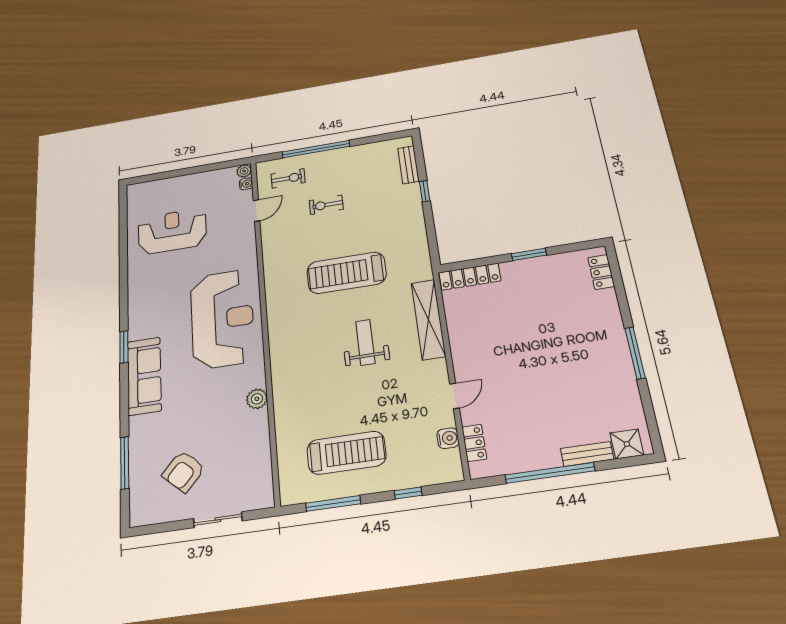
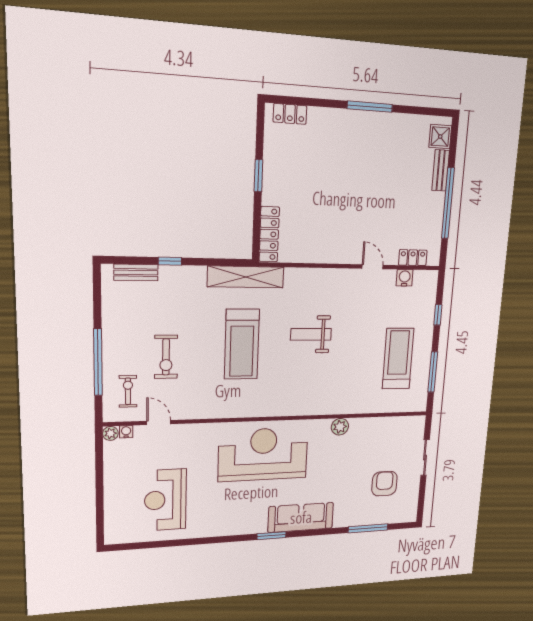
exercise bike: (326, 205) -> (166, 357), width x1.38, depth x1.39
shelving: (428, 319) -> (246, 277), moved
armchair: (184, 471) -> (384, 484), turned -132

